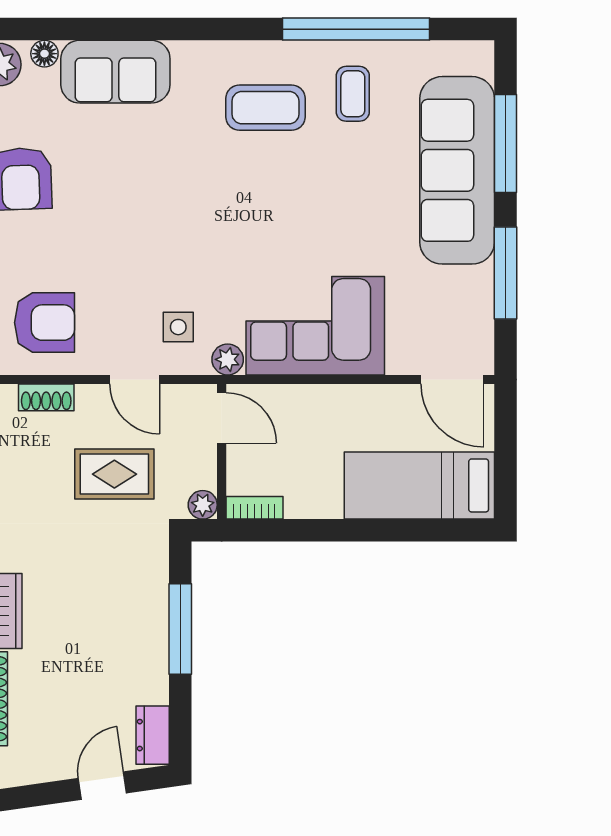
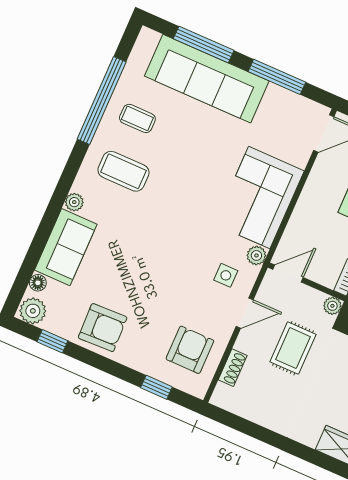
plant: (188, 55) -> (74, 202), added
coffee table: (265, 108) -> (123, 171), turned 90

